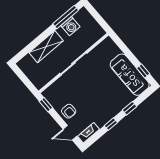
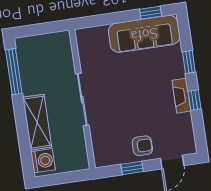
washing machine: (70, 26) -> (43, 161), moved
window: (46, 105) -> (132, 168), moved
fireplace: (89, 133) -> (182, 96), moved

